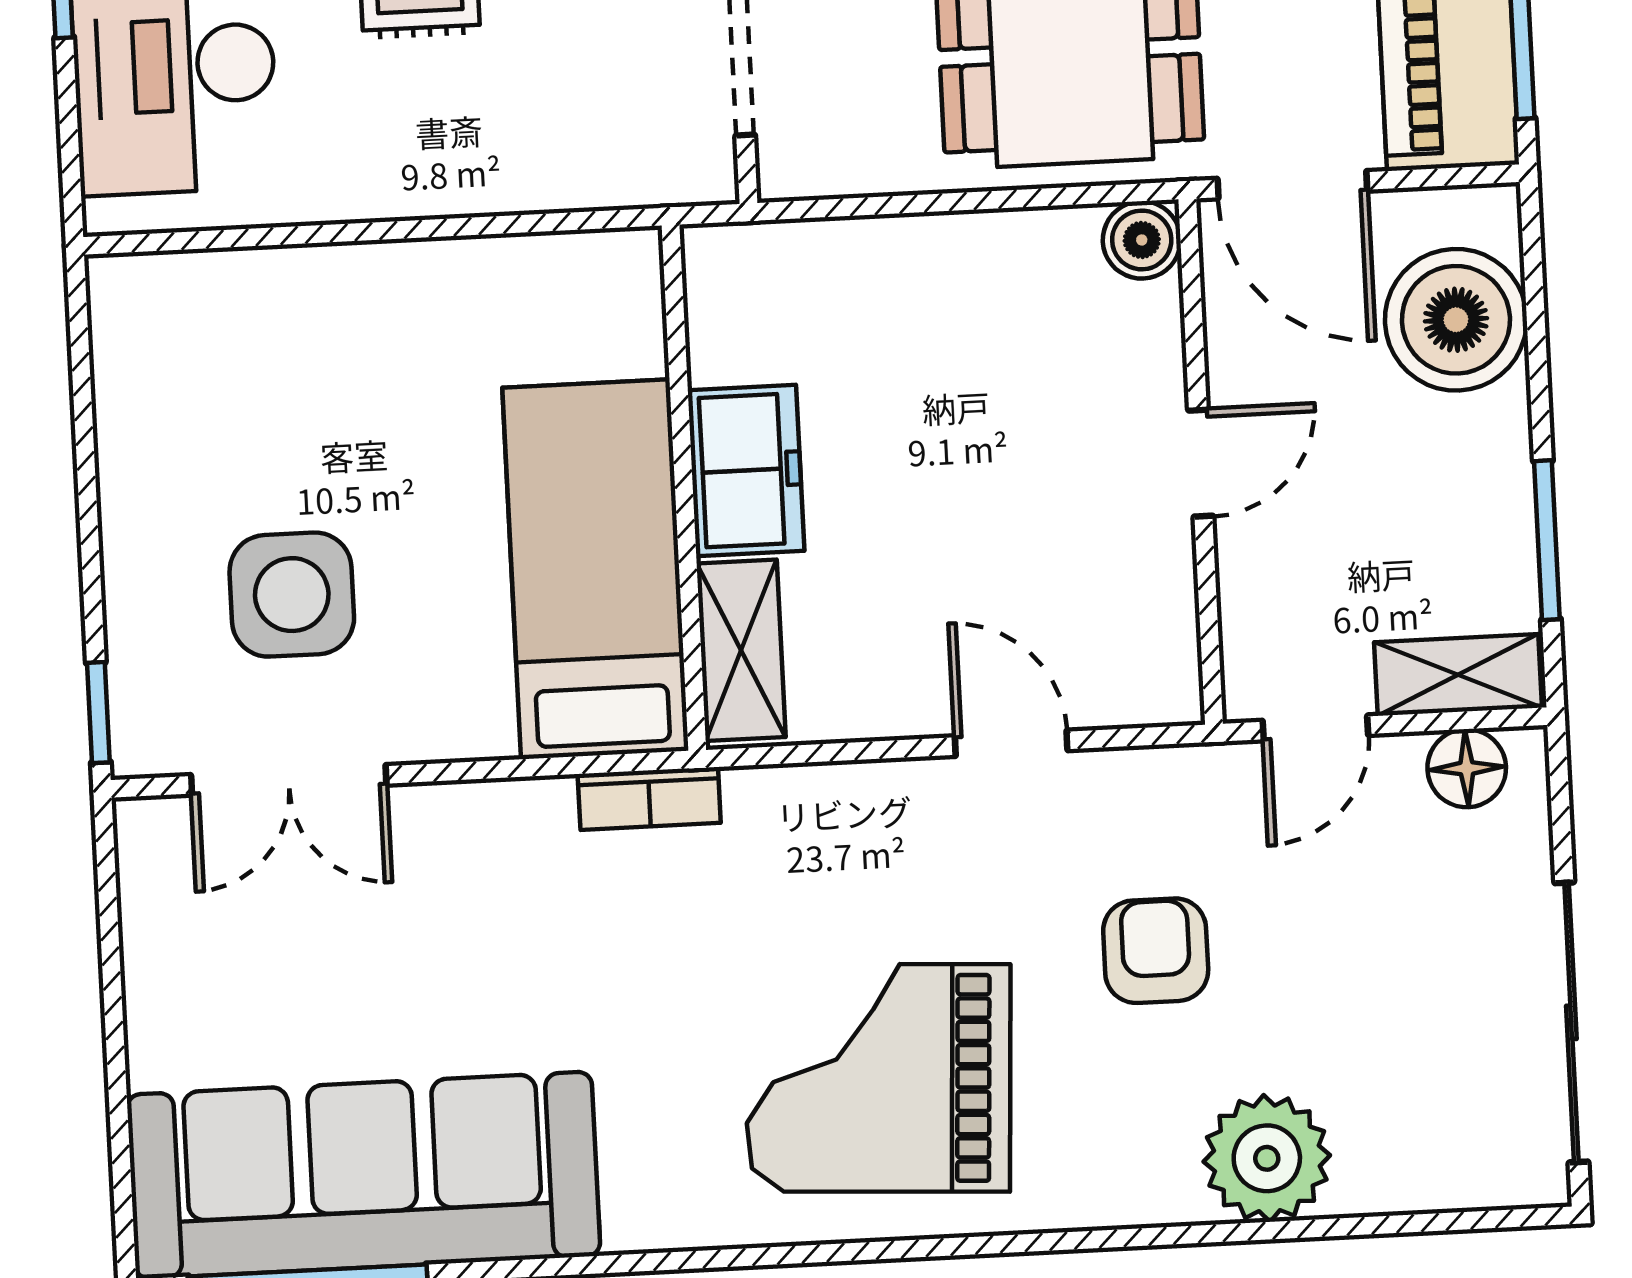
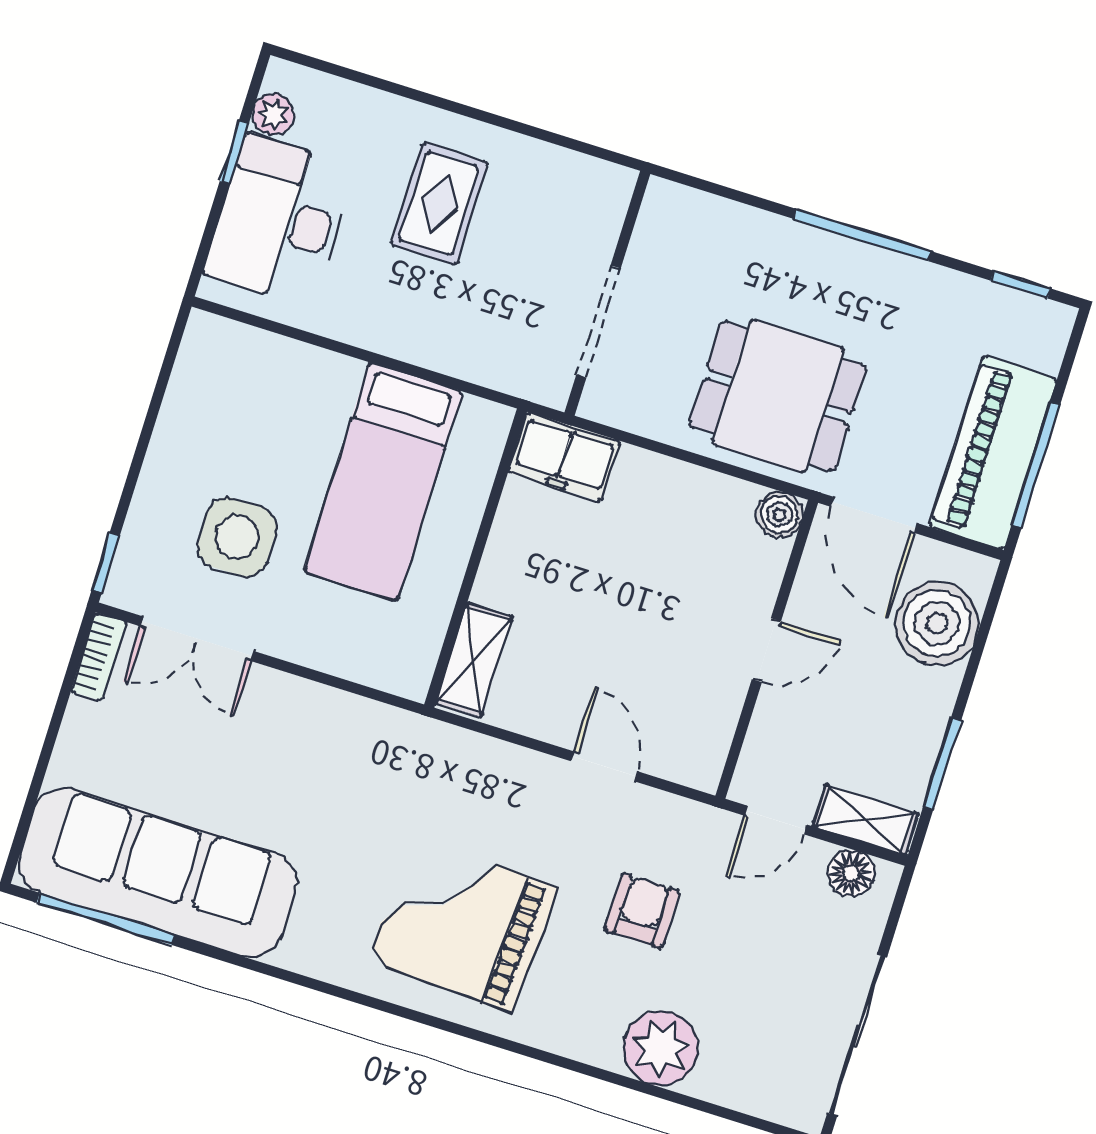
freezer: (746, 470) -> (564, 457), moved, turned 90
bed: (595, 569) -> (383, 482), moved, turned 180
bookcase: (649, 798) -> (99, 657), moved, turned -90

